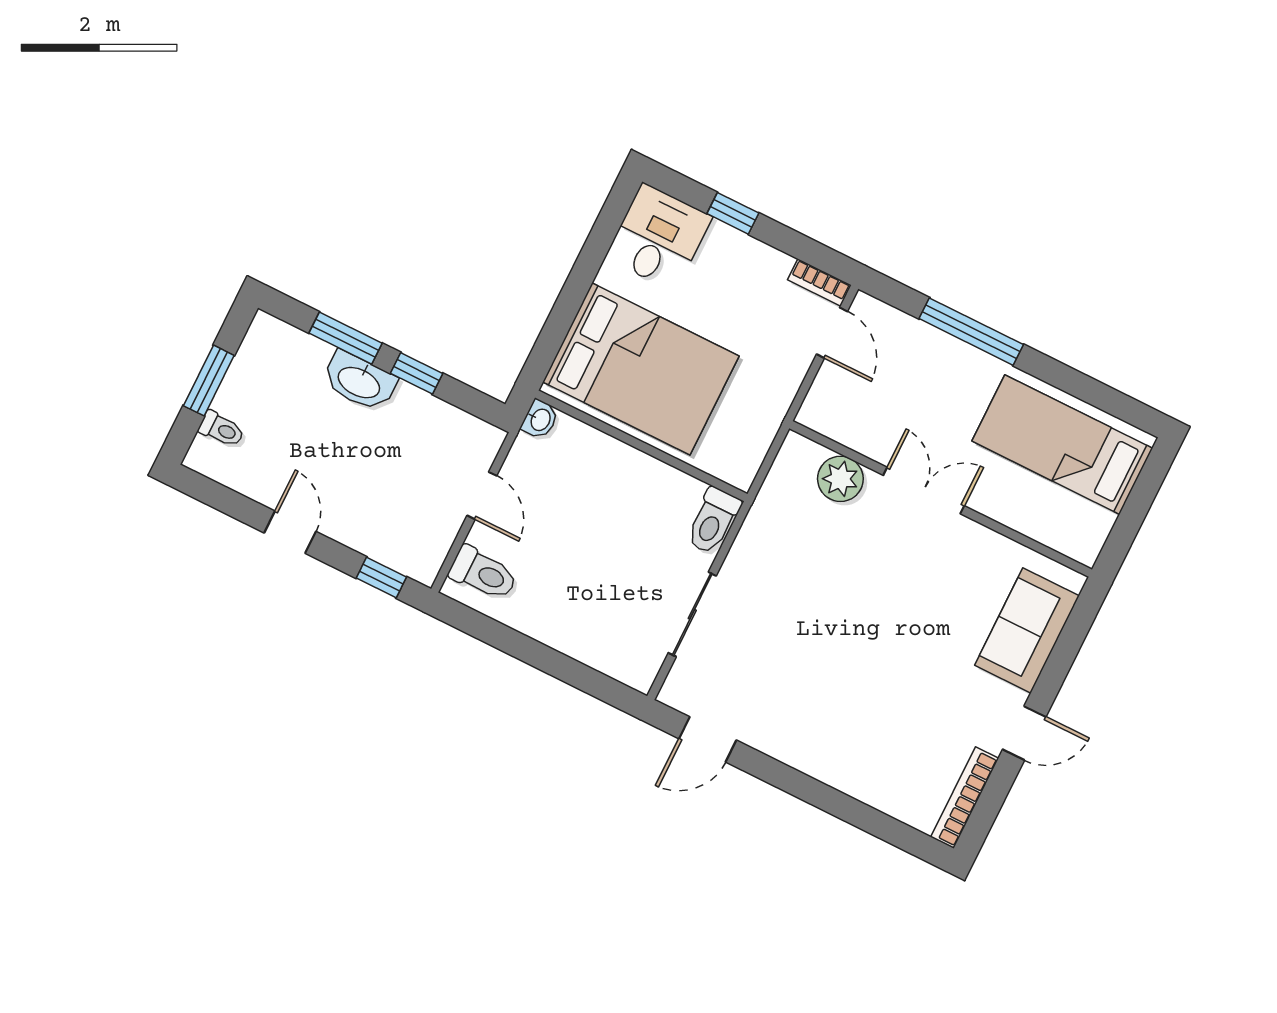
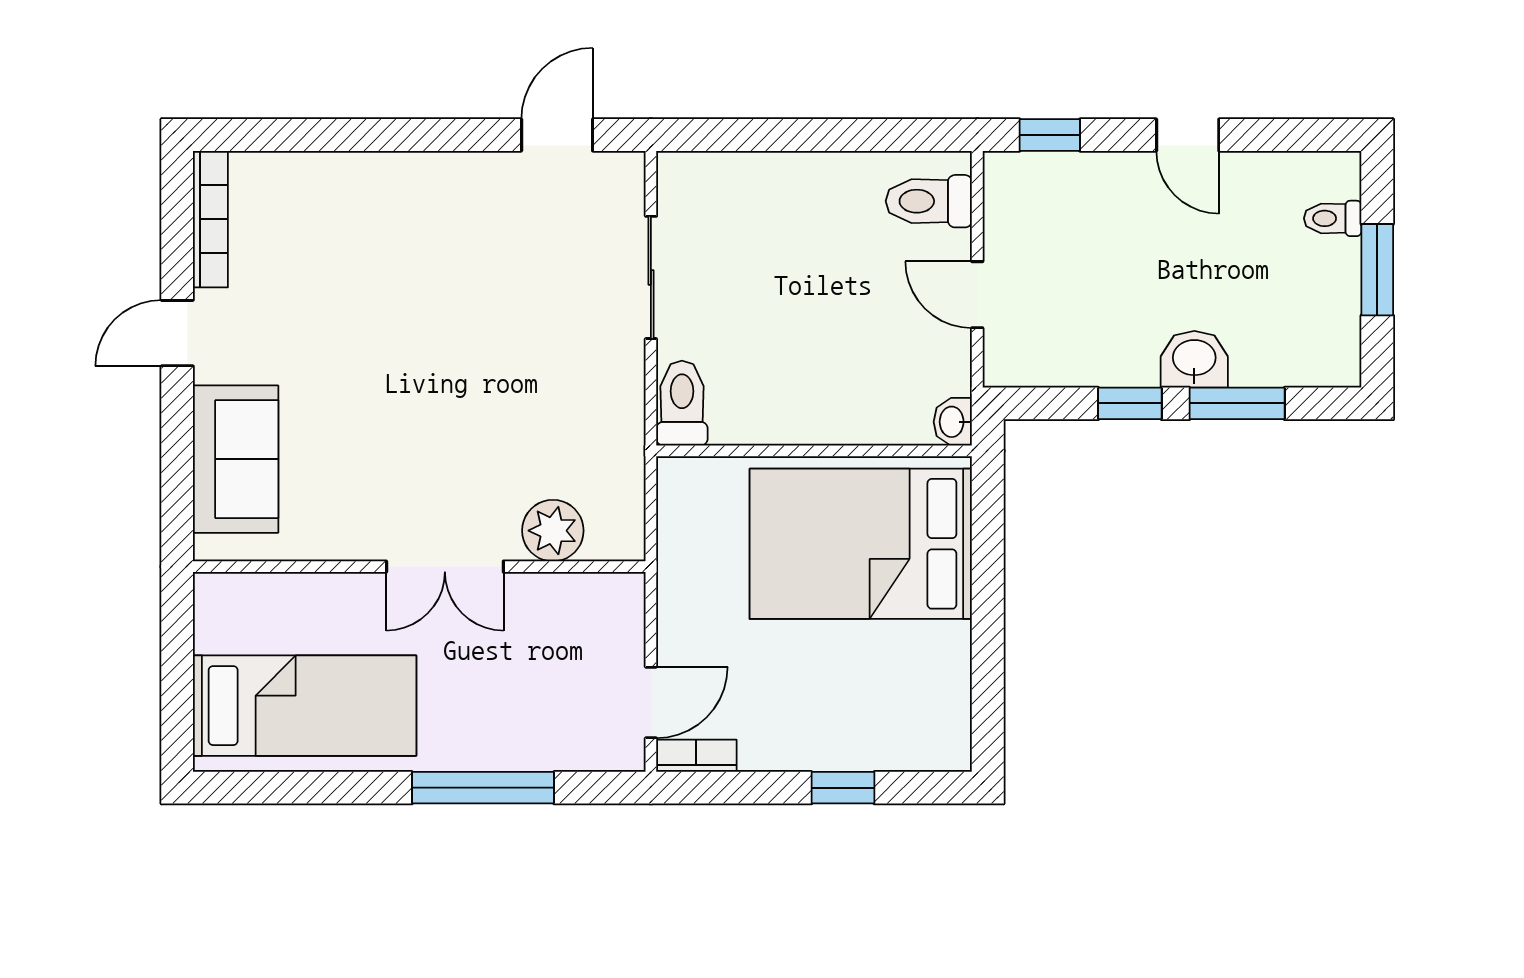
desk: (659, 237) -> (918, 714), removed
door: (832, 333) -> (651, 702), swing flipped
washbasin: (359, 381) -> (1194, 359), width x0.72

